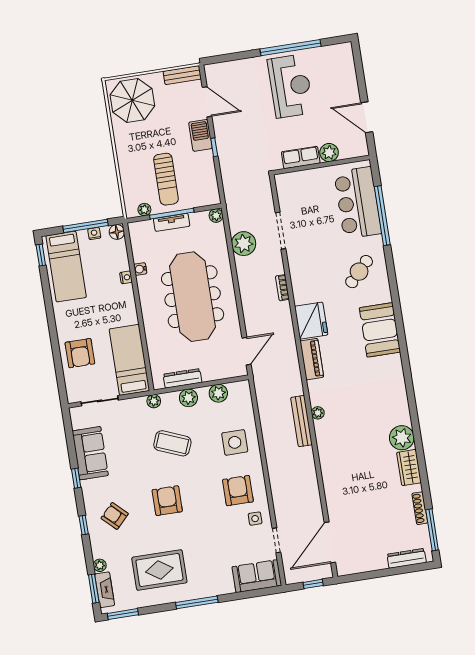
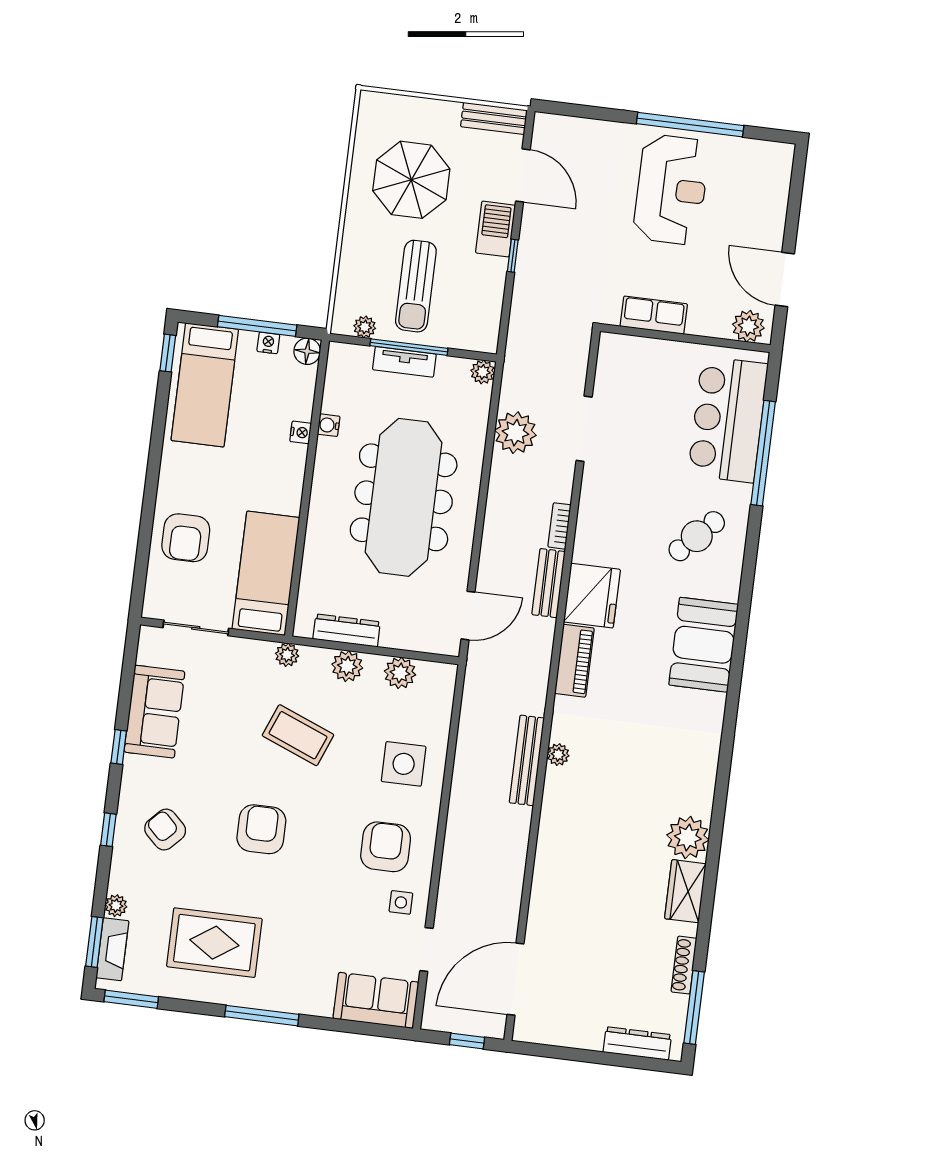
parasol: (132, 100) -> (411, 180), moved
plant: (329, 153) -> (748, 326), moved
bench: (285, 321) -> (549, 583), added

